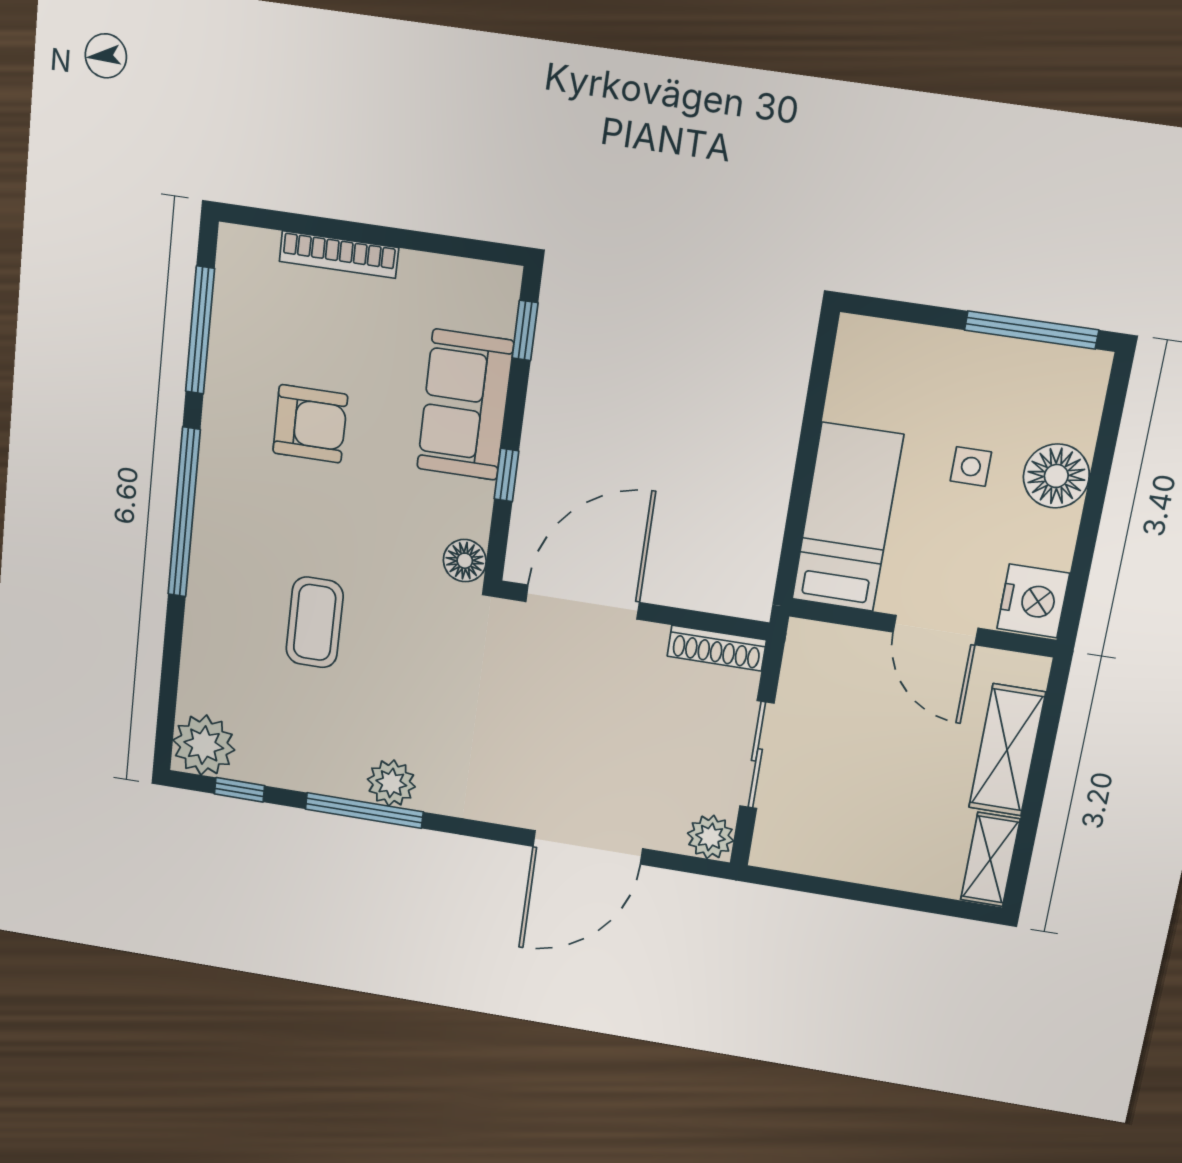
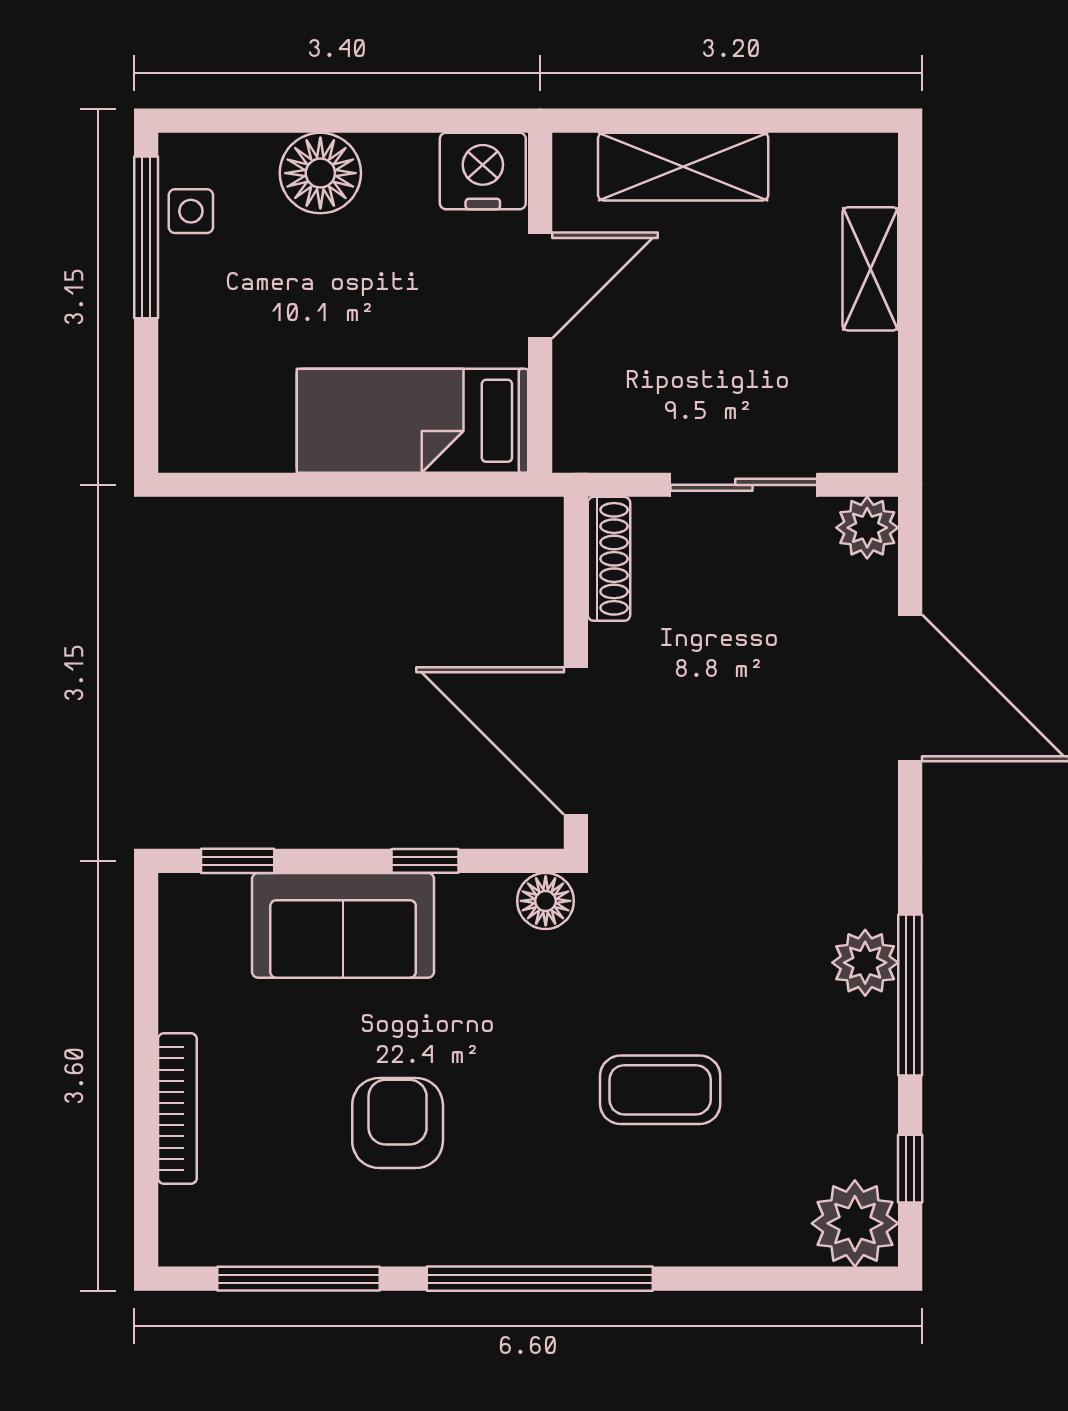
side table: (971, 467) -> (191, 211), moved
shelving: (990, 859) -> (870, 269), moved, turned 90

